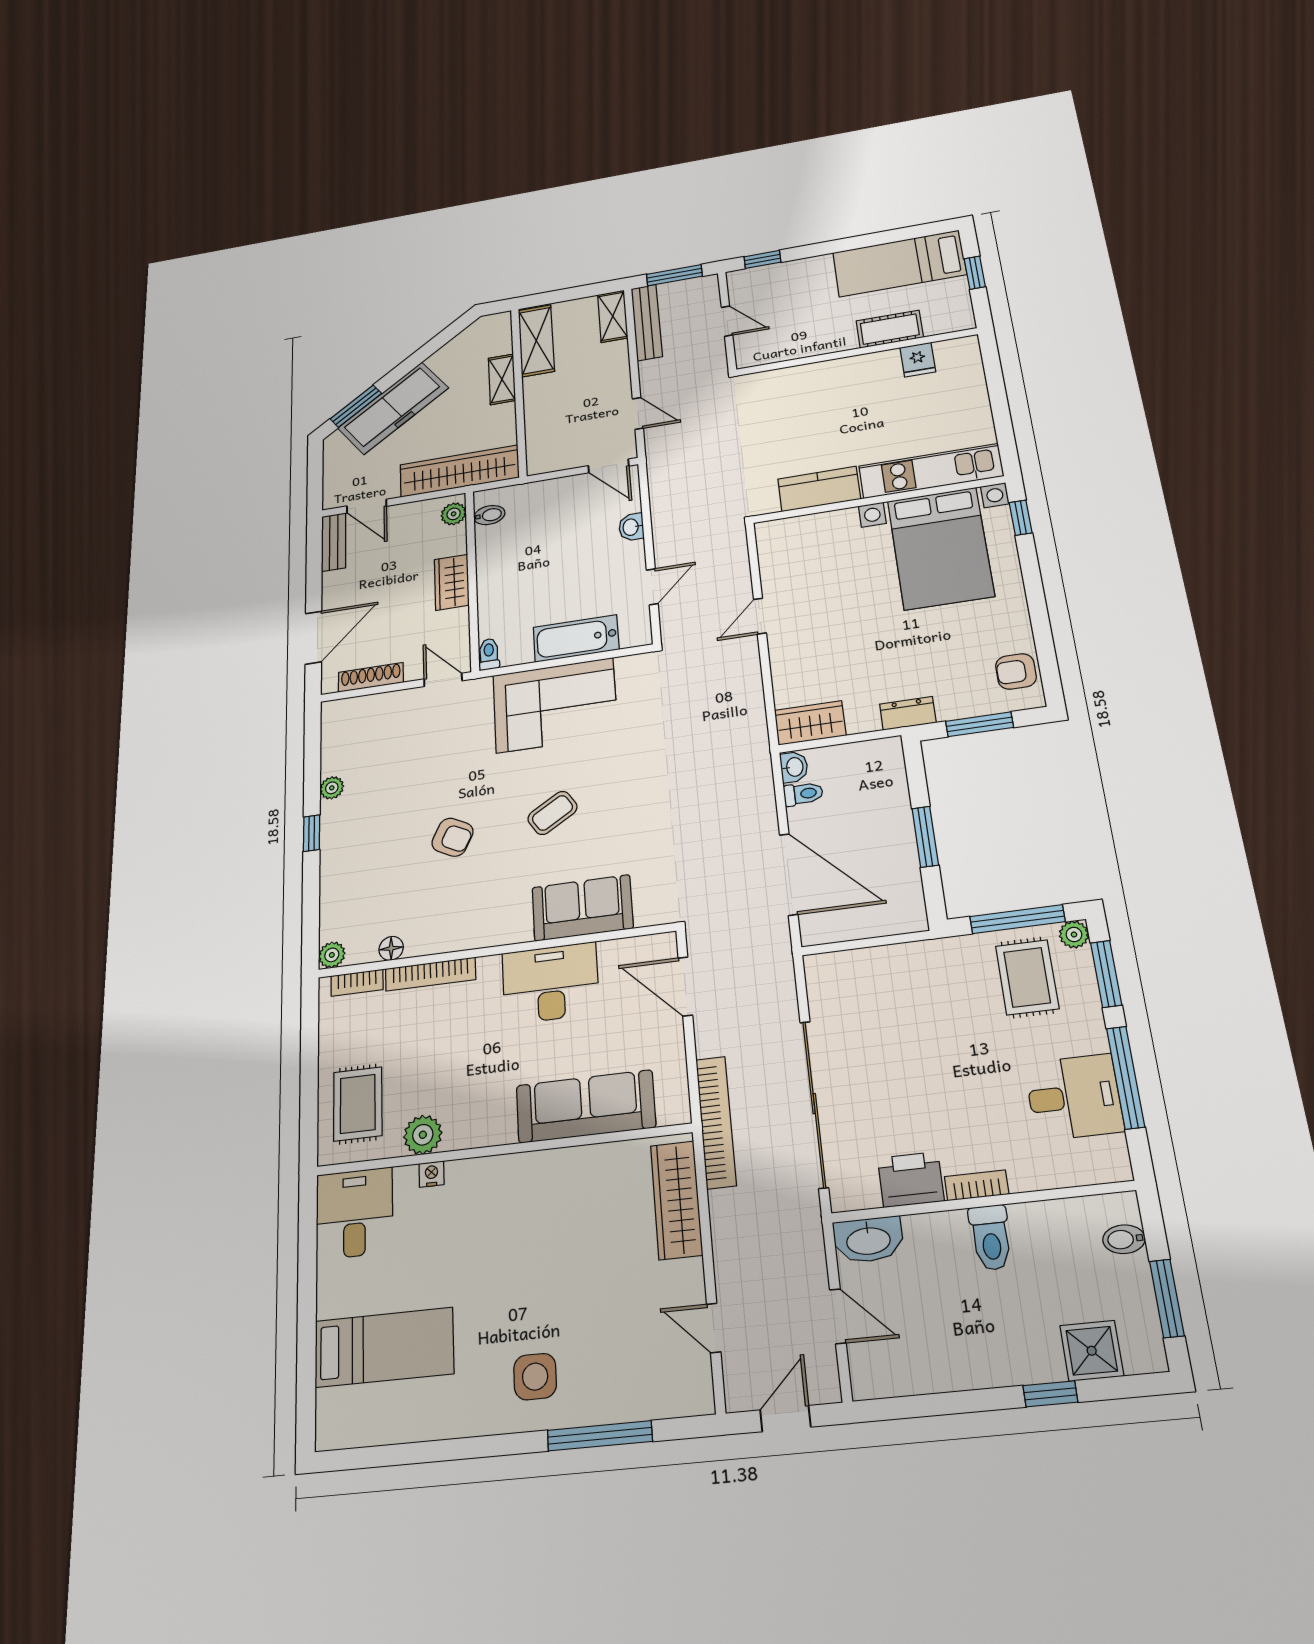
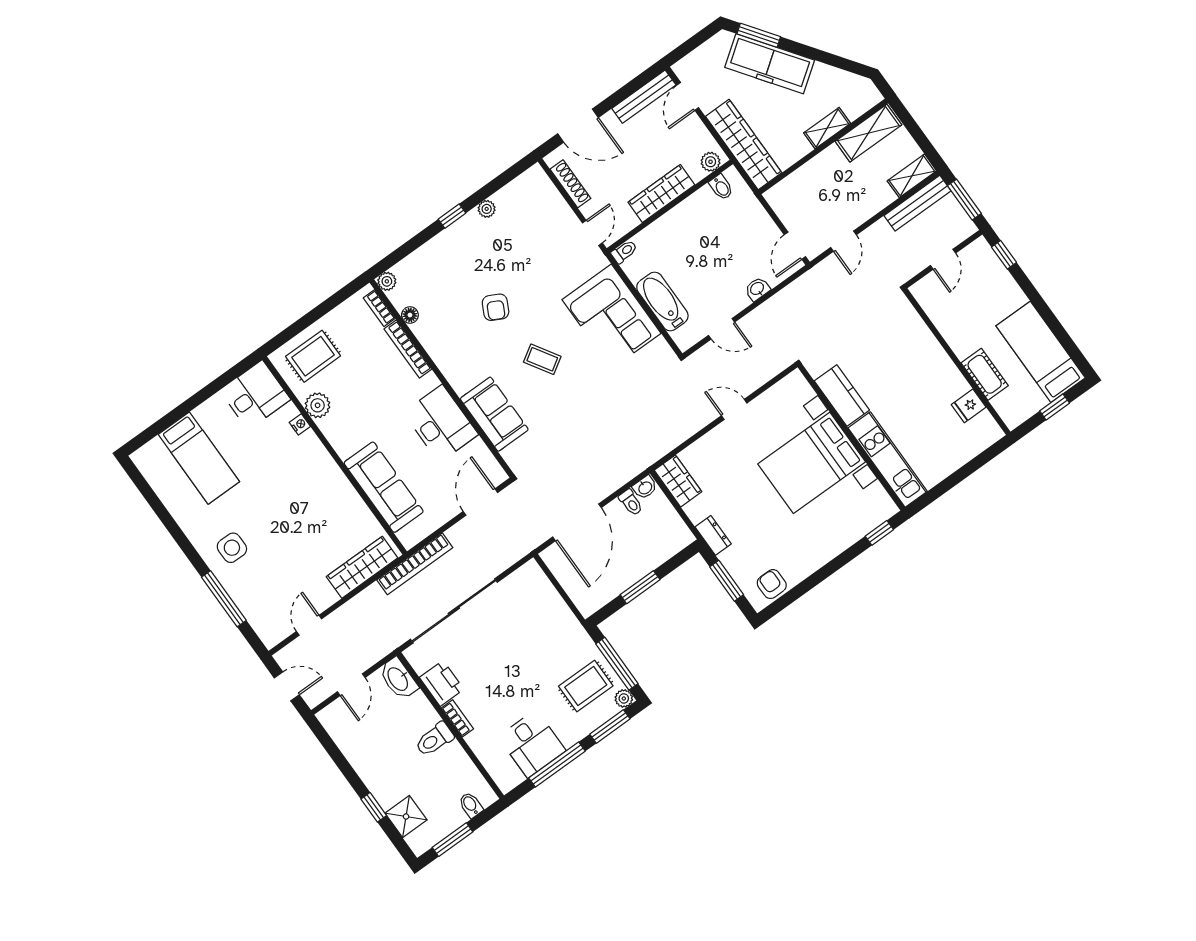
bench: (334, 542) -> (644, 97), width x1.36
bed with nightstands: (940, 548) -> (812, 463), moved
wardrobe: (452, 582) -> (661, 193), width x1.50

